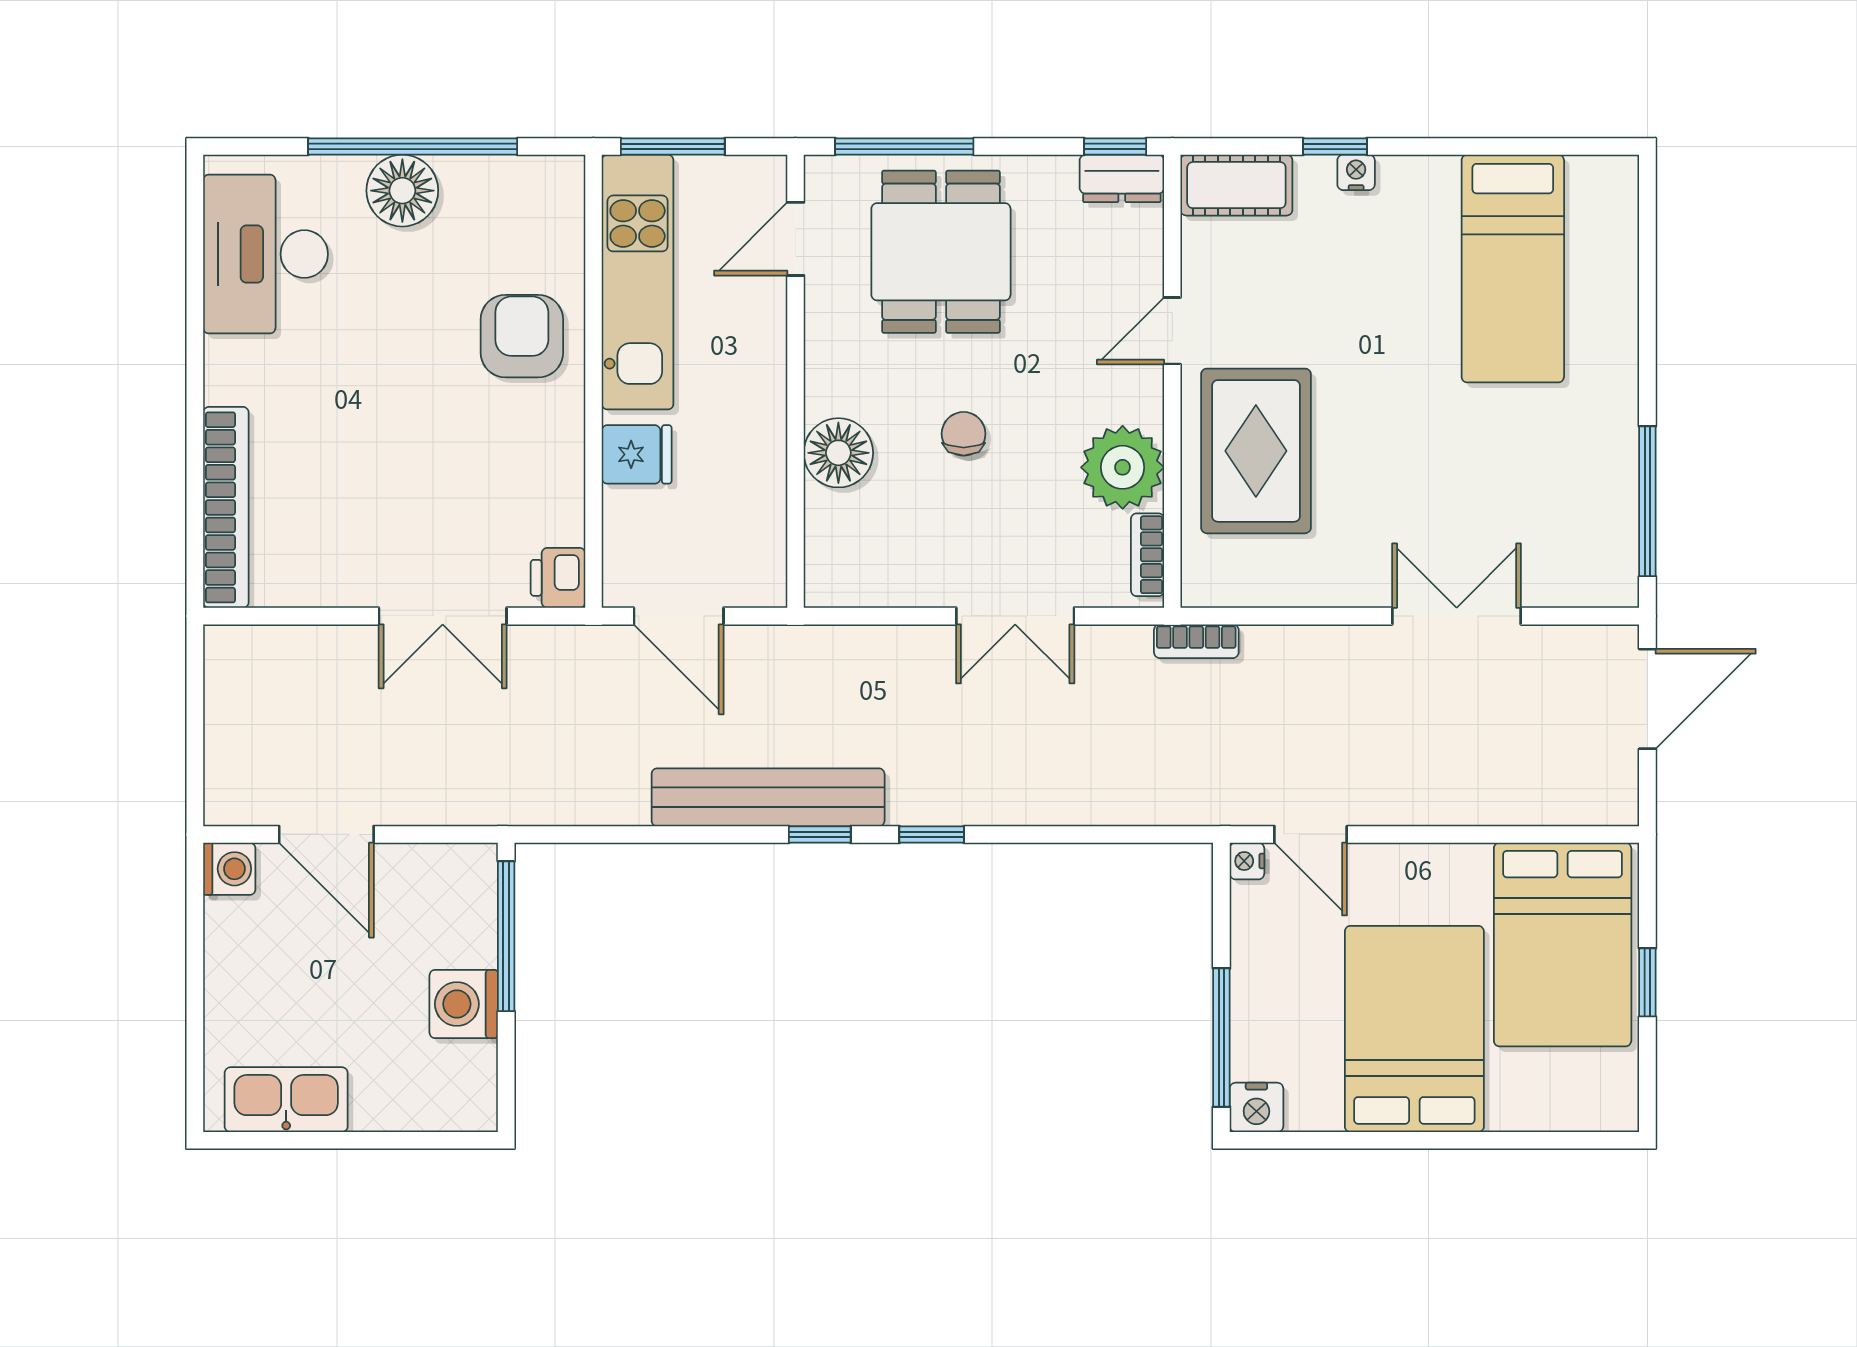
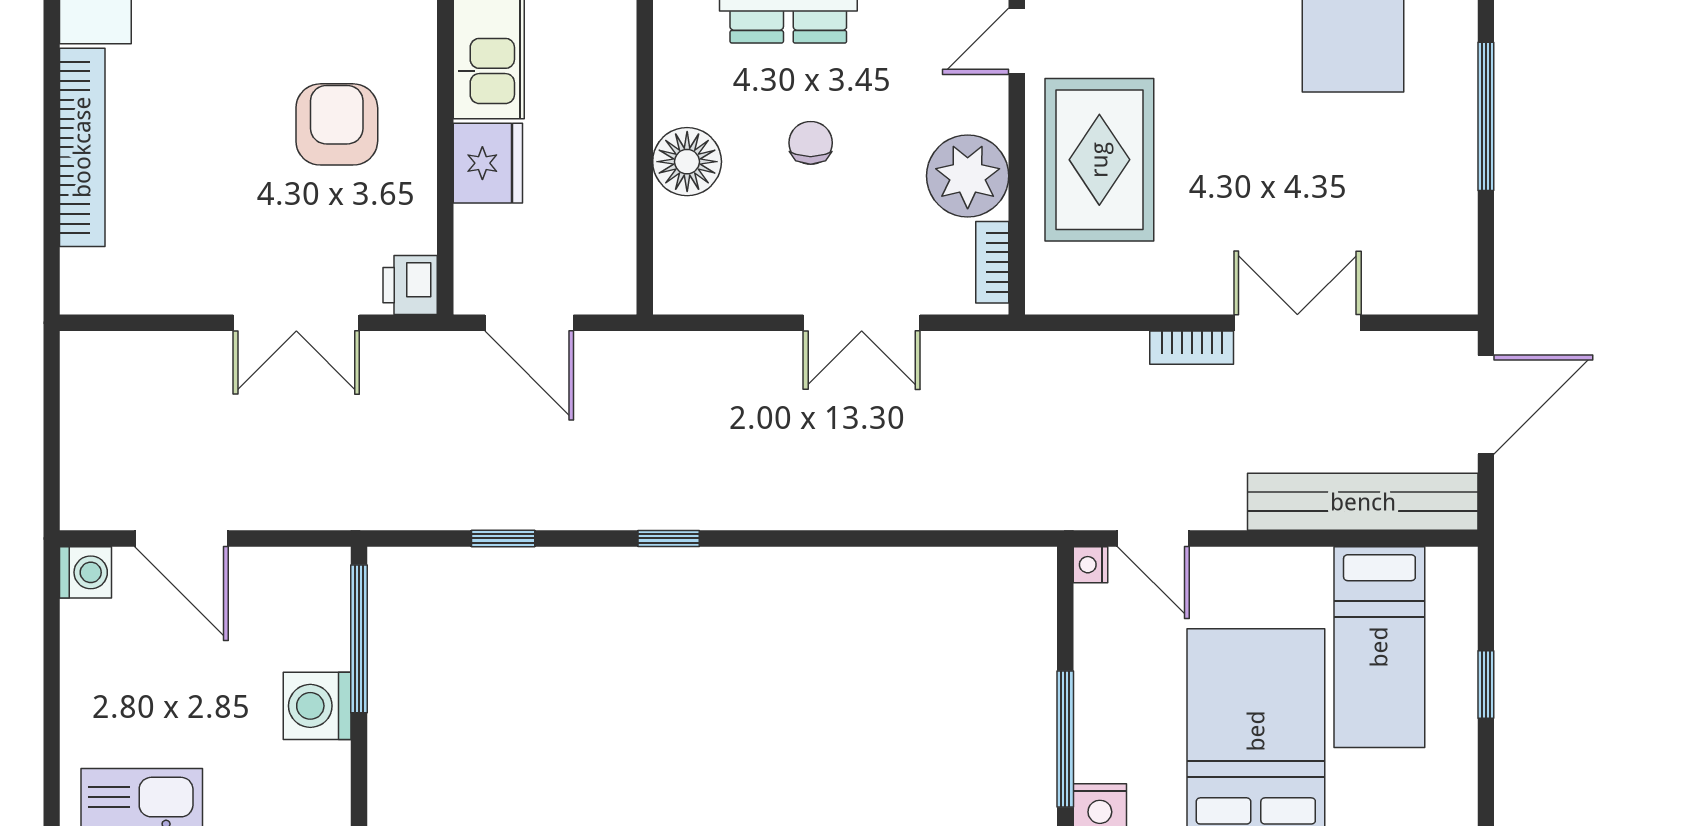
armchair: (522, 336) -> (337, 124), moved
fridge: (637, 454) -> (488, 163), width x1.38
window: (1647, 501) -> (1486, 116), moved
bookcase: (226, 507) -> (82, 147), moved
bookcase: (1196, 641) -> (1192, 348), moved
bench: (768, 797) -> (1363, 502), moved
window: (932, 834) -> (503, 538), moved
bed: (1563, 945) -> (1379, 647), width x0.67

